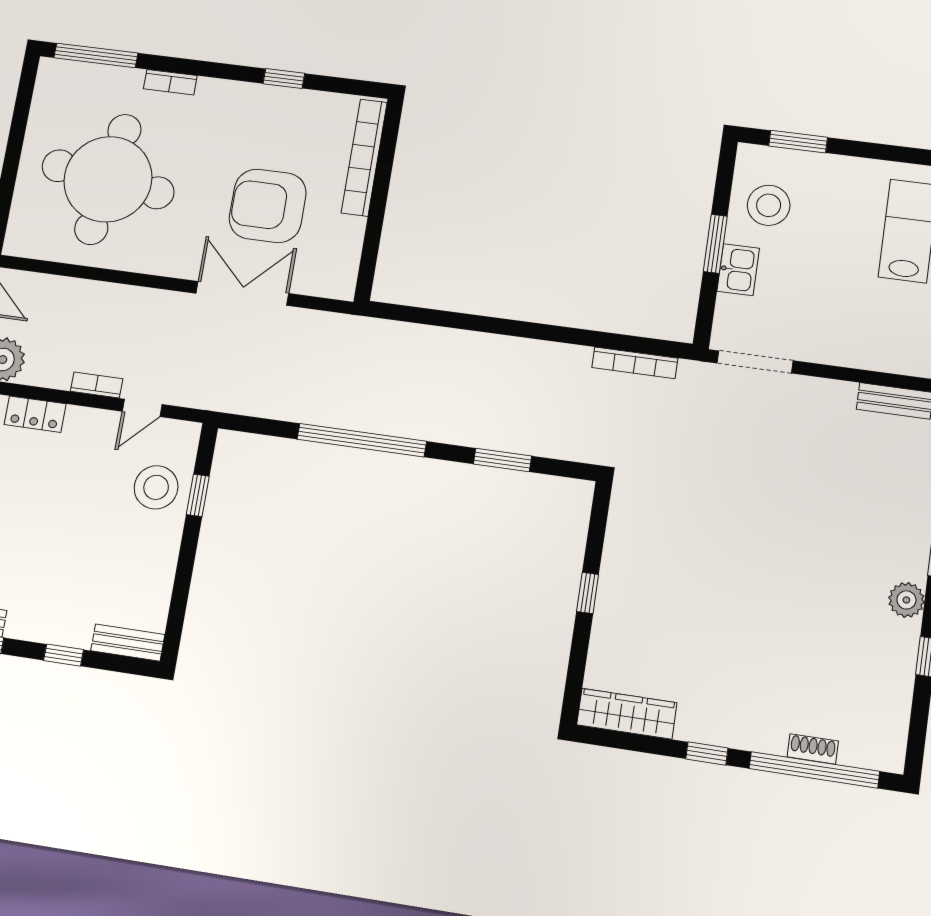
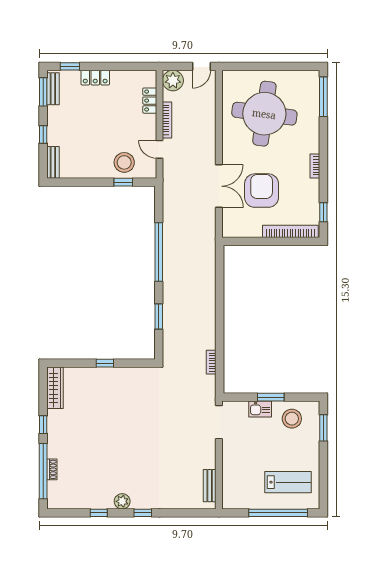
window: (284, 78) -> (323, 212), moved
bookcase: (170, 82) -> (315, 166), moved
bookcase: (635, 363) -> (211, 362), width x0.64
bookcase: (97, 385) -> (167, 120), width x1.56

